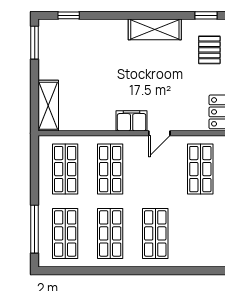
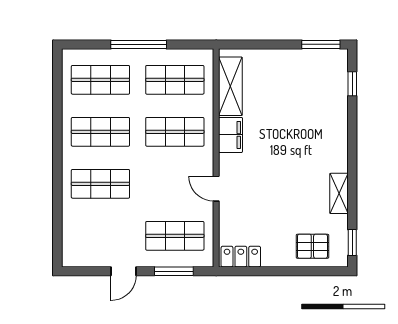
shelving: (155, 29) -> (339, 193), width x0.67, depth x0.75
shelving: (48, 106) -> (230, 86), moved, turned 90
filing cabinet: (132, 121) -> (230, 135), moved
window: (35, 229) -> (139, 44), moved

